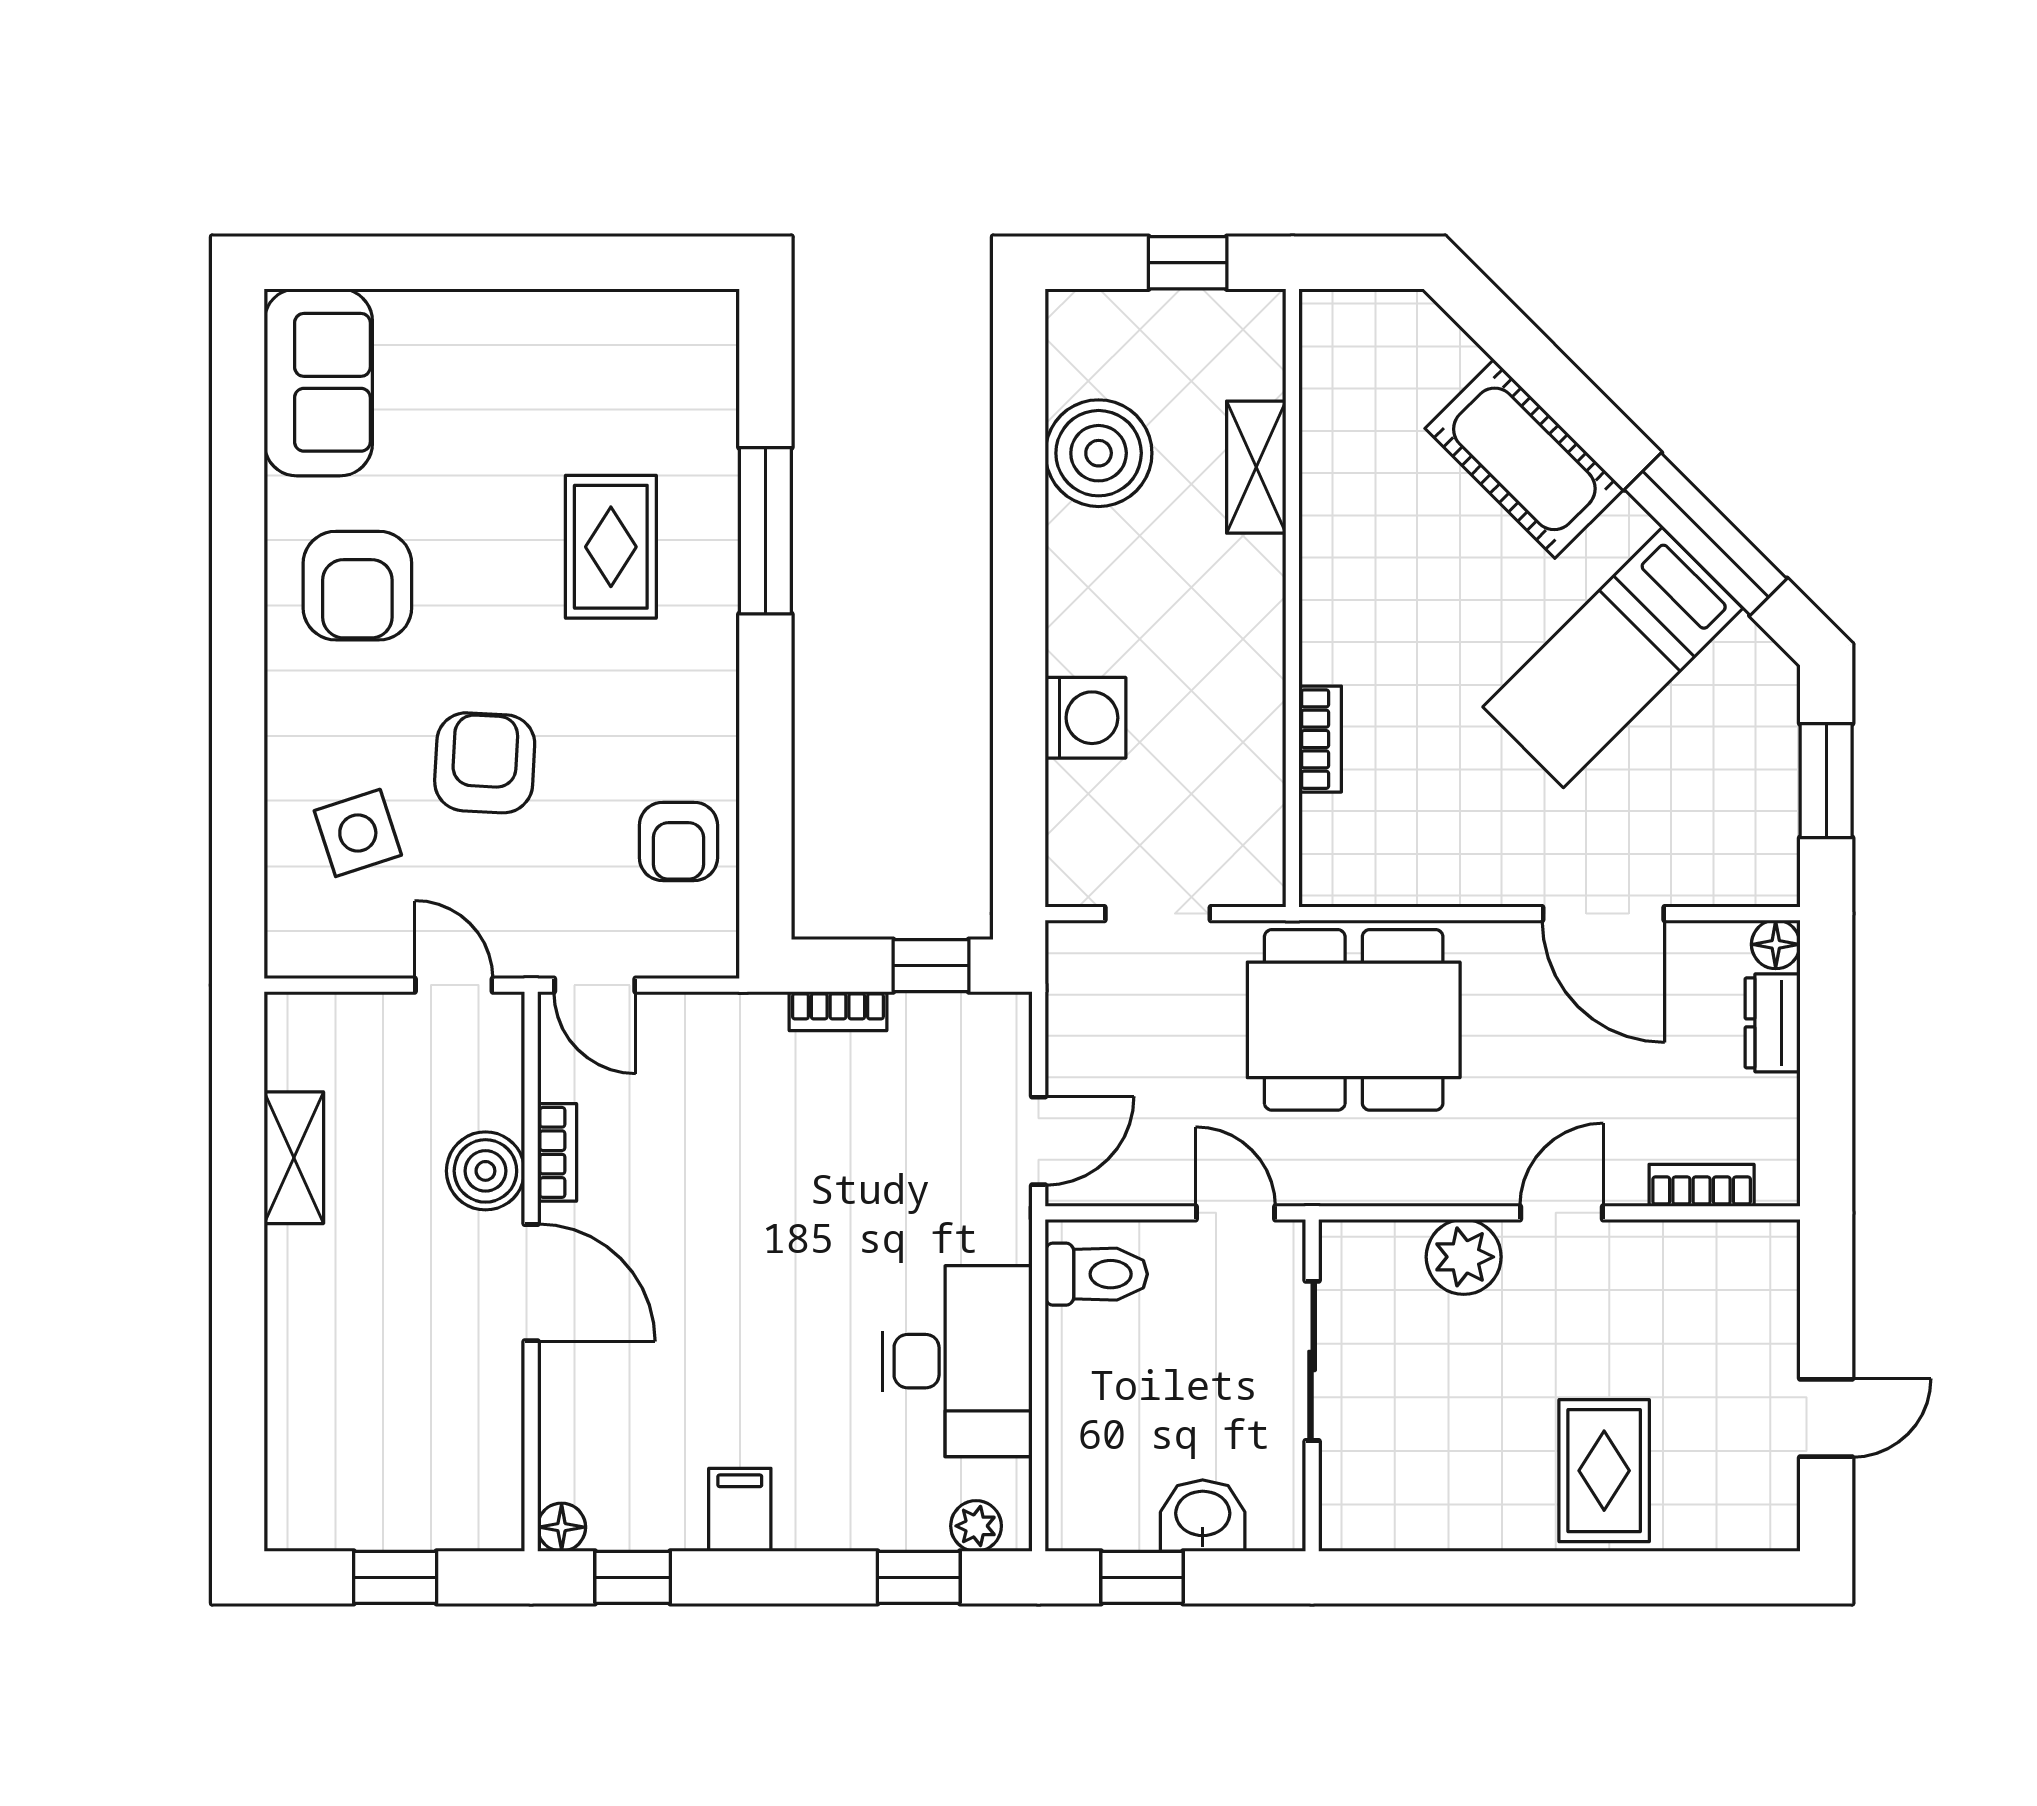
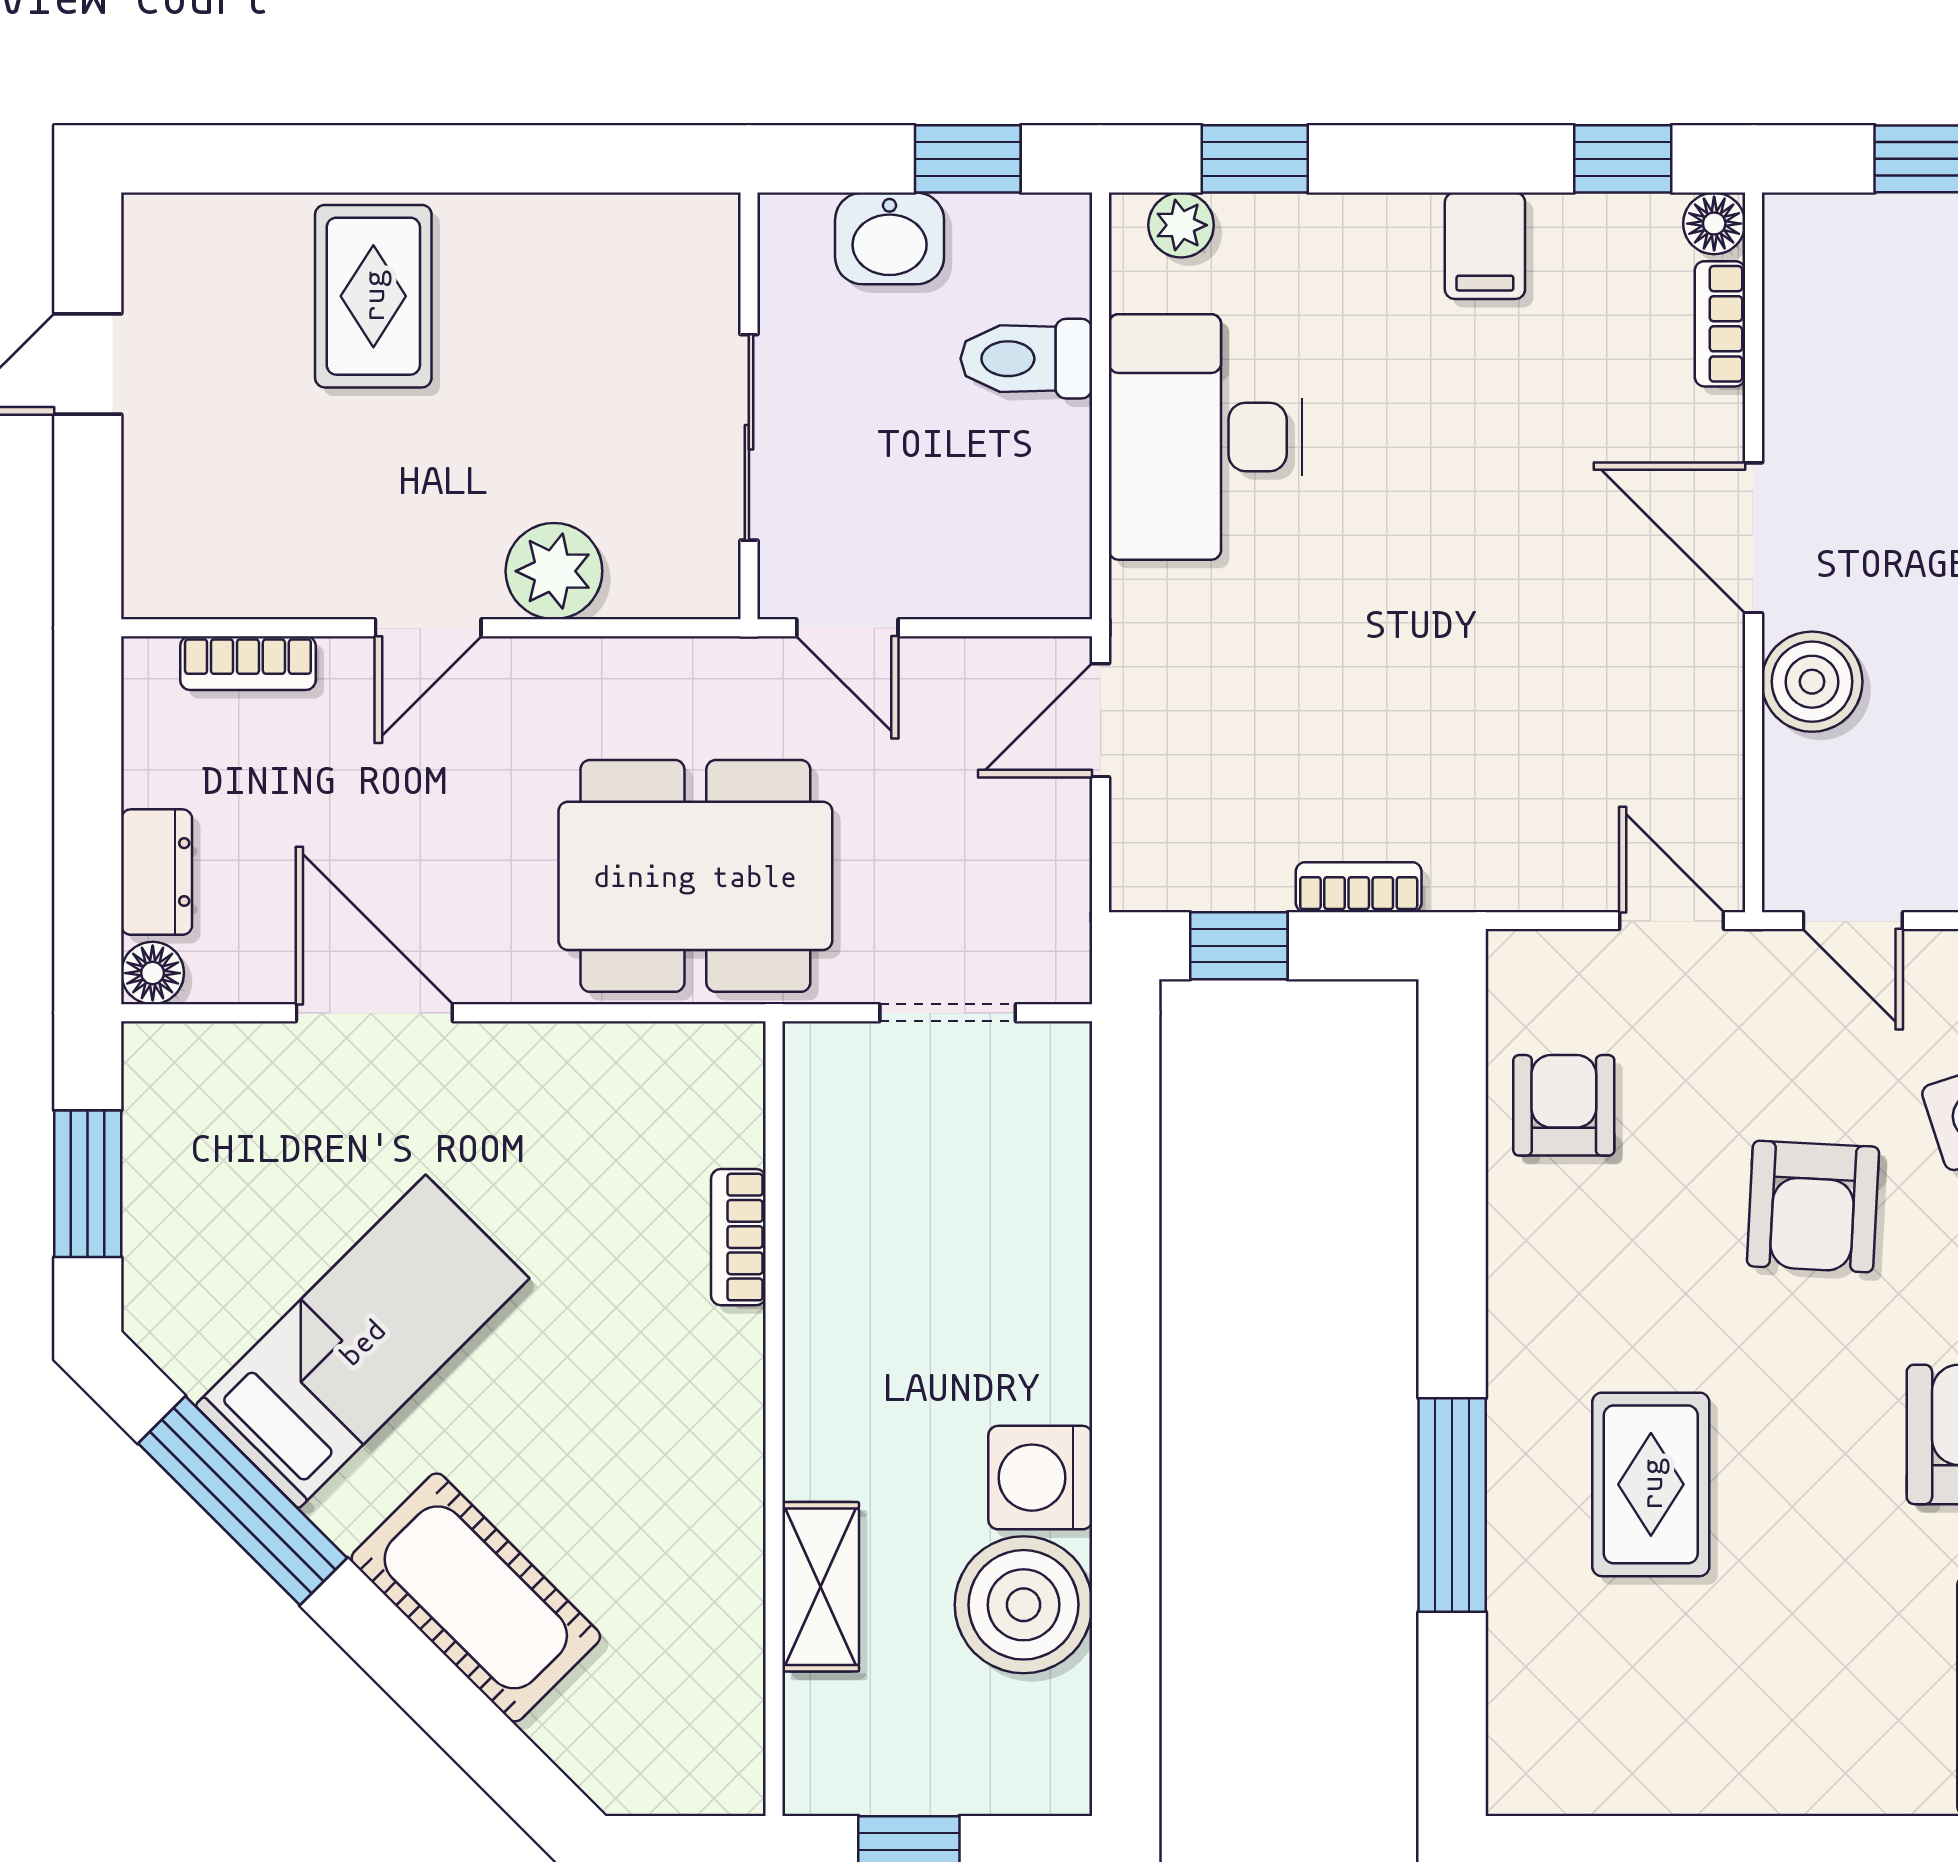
washing machine: (1086, 718) -> (1040, 1478), moved
bookcase: (557, 1152) -> (1720, 324), moved
toilet: (1096, 1274) -> (1026, 359), moved

